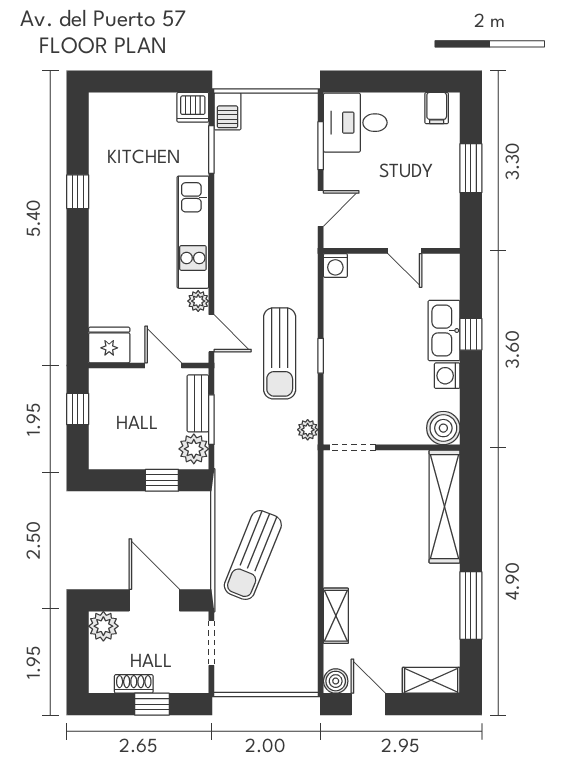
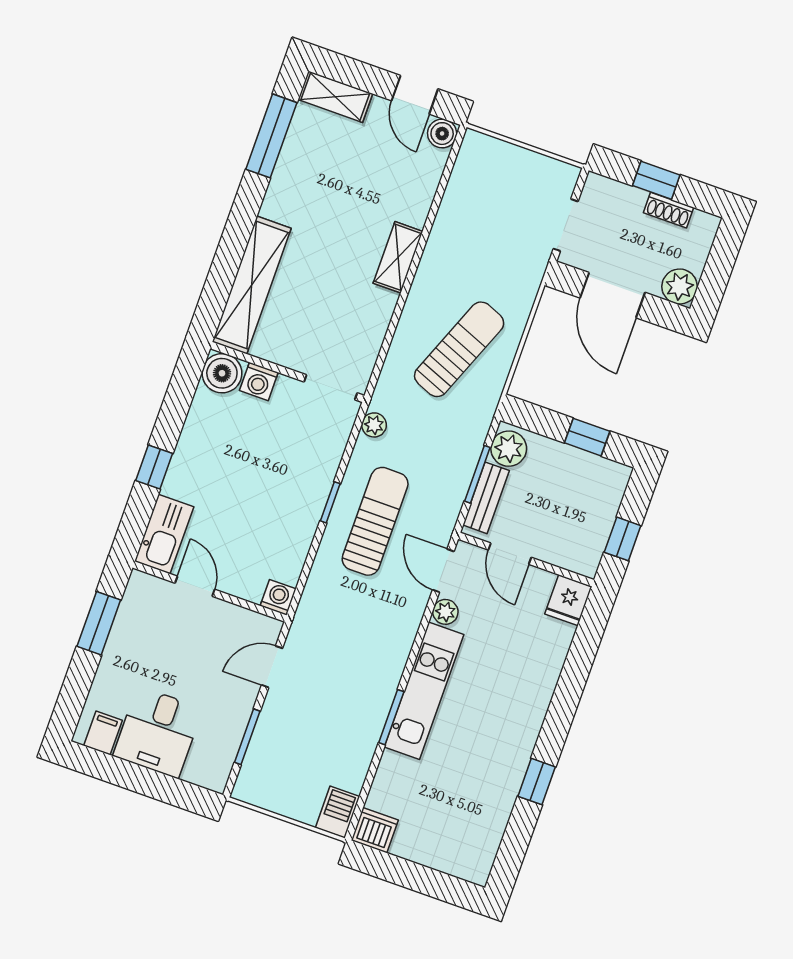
desk: (355, 123) -> (158, 732), moved, turned 90
window: (211, 149) -> (391, 717), moved
window: (471, 168) -> (99, 623), moved
kitchen sink: (444, 331) -> (164, 534), moved
fridge: (109, 345) -> (568, 600), width x0.72
washing machine: (447, 376) -> (259, 381), moved, turned 90
window: (162, 480) -> (587, 437), moved
sun lounger: (253, 555) -> (459, 349), moved
window: (471, 606) -> (271, 136), moved
shelving: (336, 616) -> (398, 257), moved

